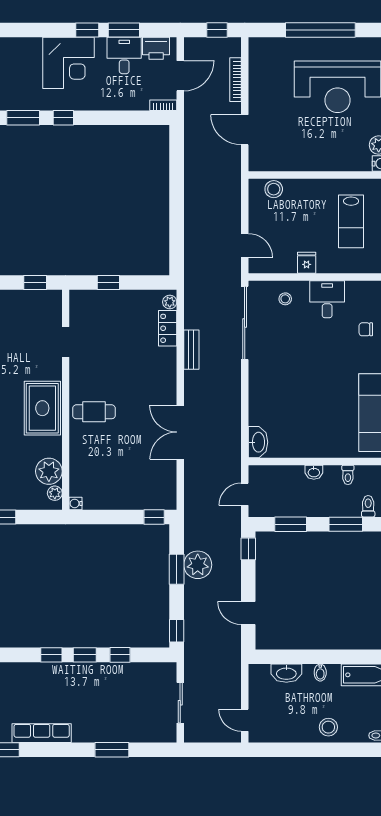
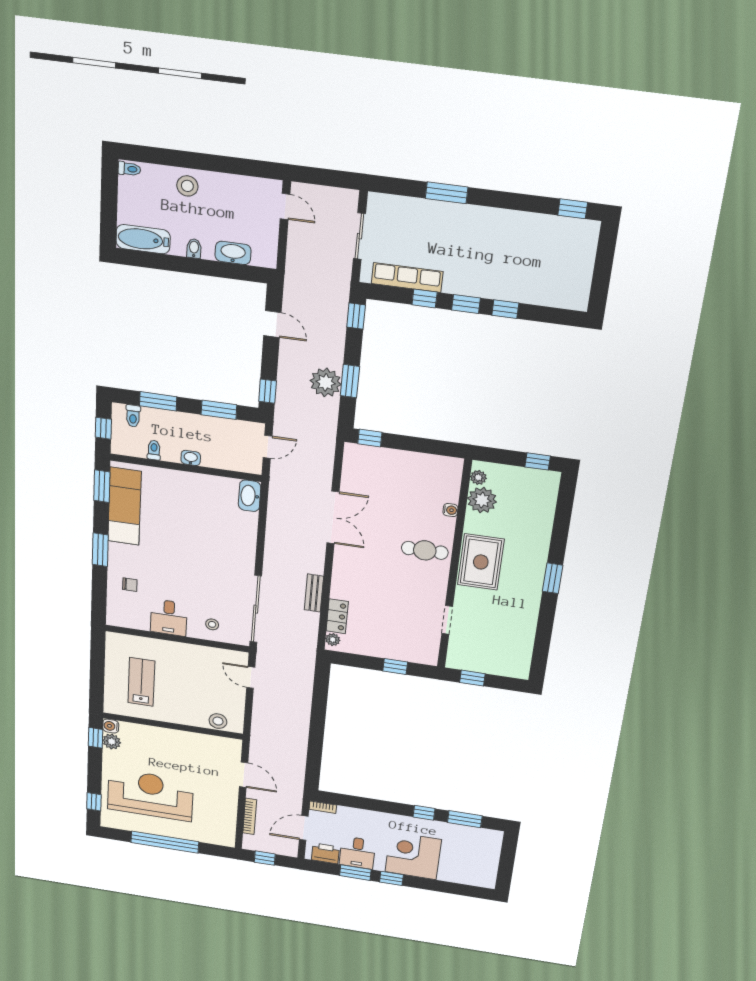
fridge: (307, 263) -> (188, 653), removed
water cooler: (76, 503) -> (450, 510), moved
row of seats: (42, 733) -> (407, 278), moved, turned 180

